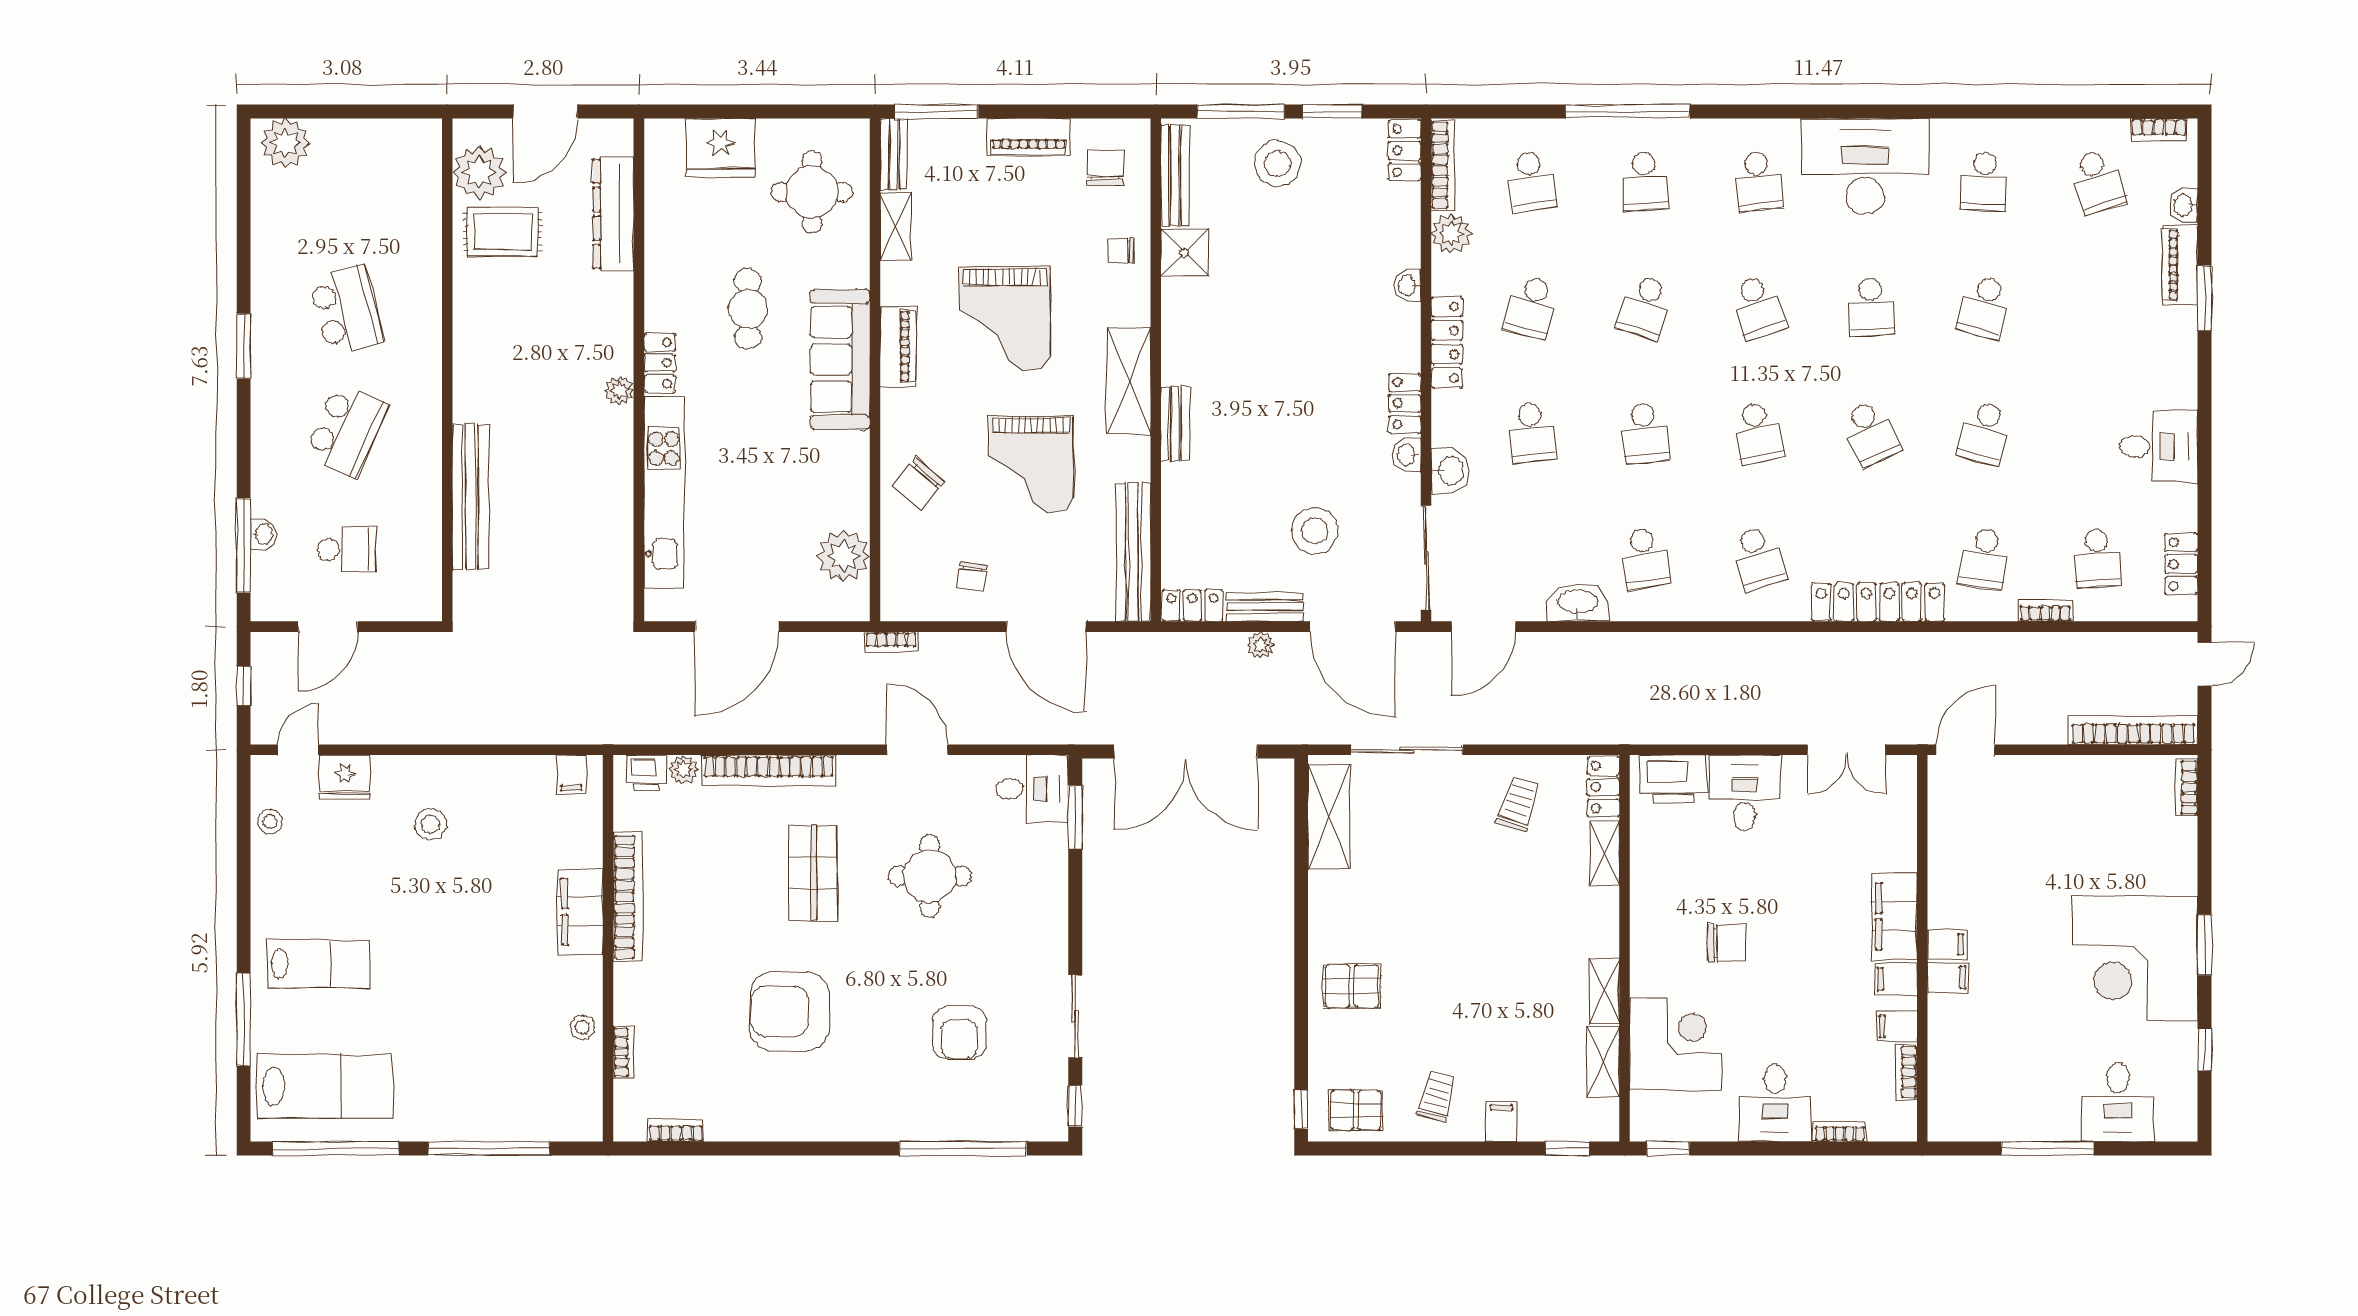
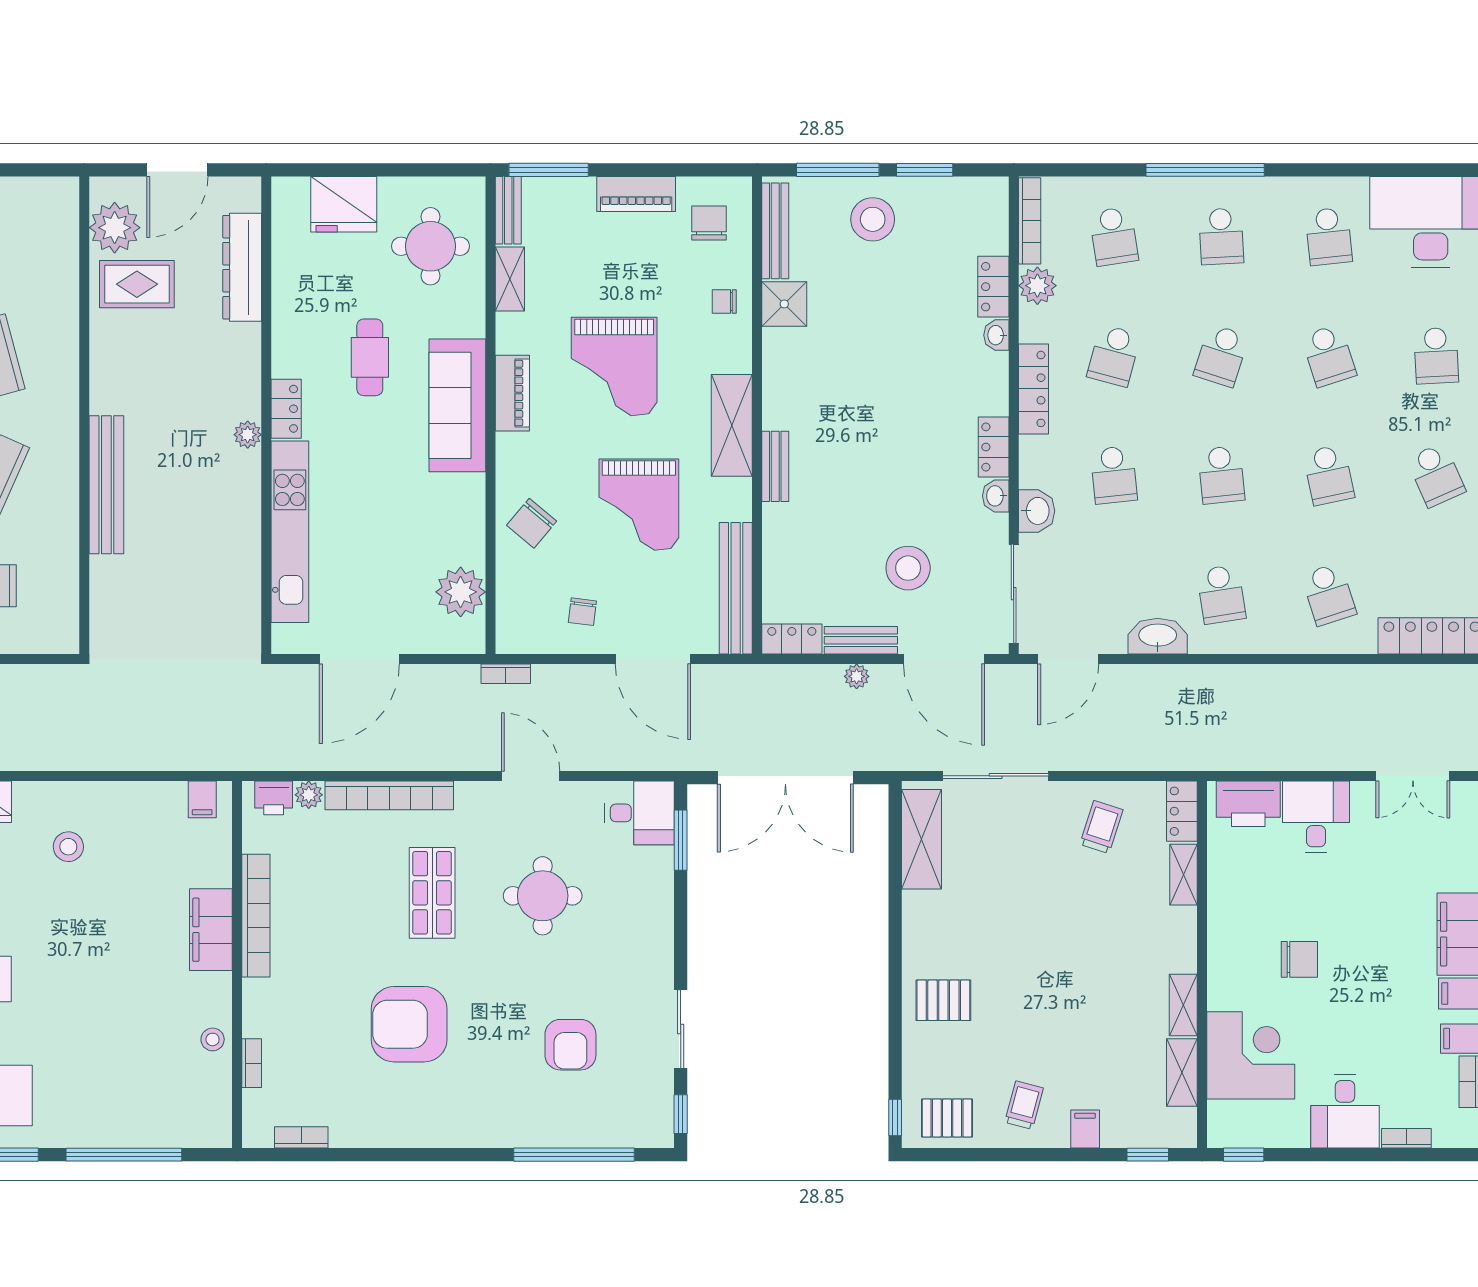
locker: (1405, 150) -> (993, 287), moved
bench: (471, 496) -> (106, 485), moved

